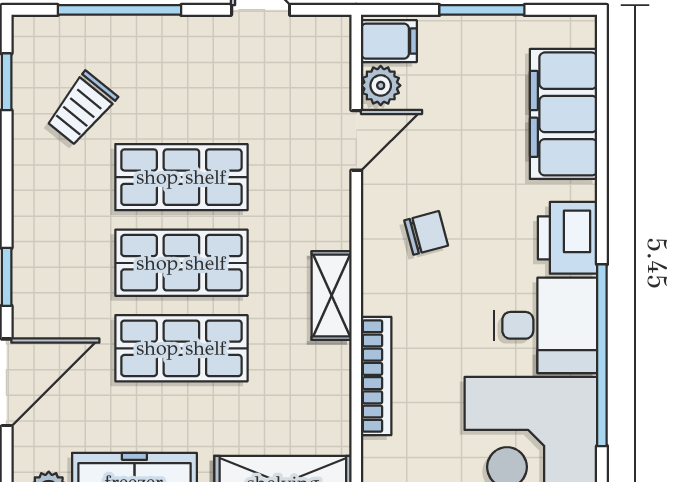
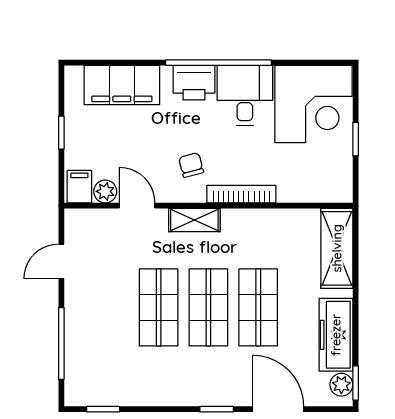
window: (482, 10) -> (61, 133), width x0.67
trolley: (82, 109) -> (119, 366), removed
shelving: (332, 296) -> (194, 220), moved
window: (602, 355) -> (218, 63), moved
bookcase: (376, 376) -> (241, 194), moved

